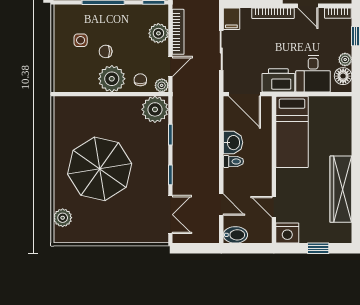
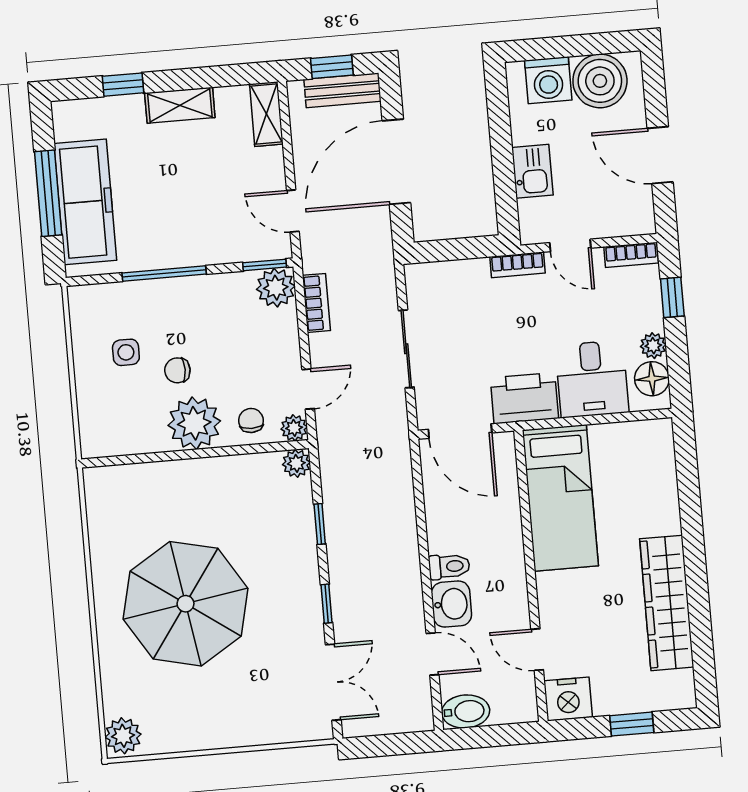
bookcase: (273, 13) -> (518, 265), width x0.64
filing cabinet: (231, 19) -> (421, 284), removed
bookcase: (178, 32) -> (316, 303), width x0.64
plant: (158, 33) -> (276, 288), moved
plant: (155, 109) -> (296, 463), width x0.53, depth x0.53
washbasin: (233, 143) -> (451, 604), moved
plant: (63, 218) -> (123, 736), moved

